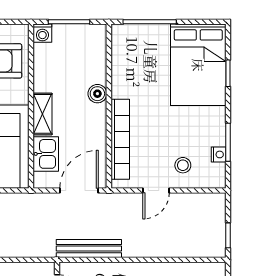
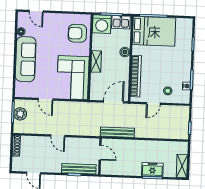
washing machine: (42, 33) -> (102, 24), width x1.89, depth x1.89
bed: (198, 65) -> (154, 31), moved, turned -90
kitchen sink: (46, 154) -> (121, 22), moved, turned 90

